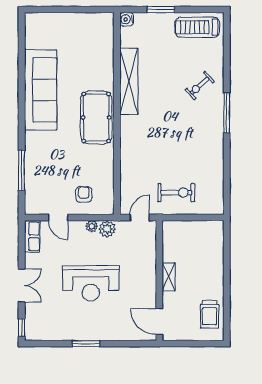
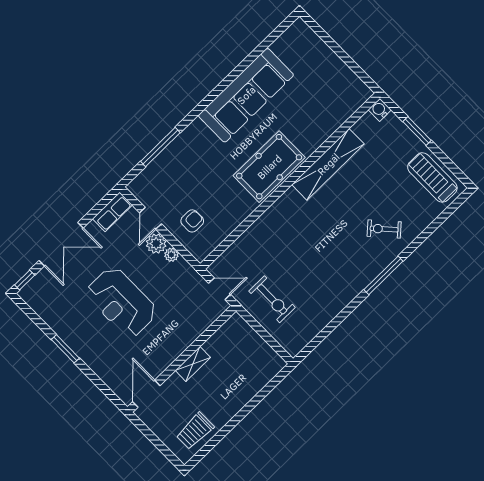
plant: (107, 229) -> (156, 244), moved
double door: (22, 285) -> (61, 244), width x1.37

